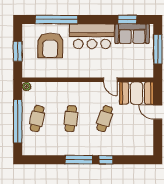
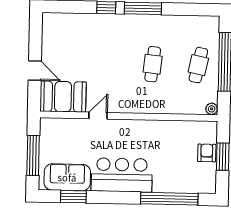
armchair: (50, 45) -> (207, 153), moved, width x0.53, depth x0.53
door: (110, 80) -> (98, 116), hinge flipped
cafe table: (105, 119) -> (107, 63), removed

